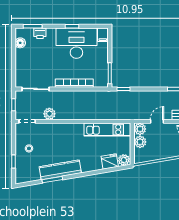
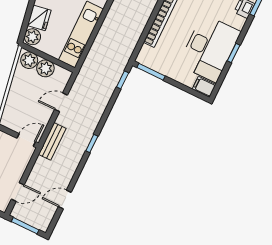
door: (157, 121) -> (61, 102), swing flipped
plant: (140, 129) -> (29, 60), moved

